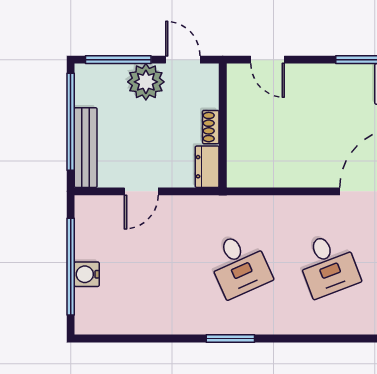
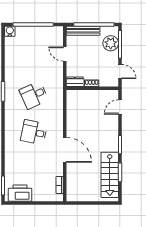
door: (183, 60) -> (120, 72), hinge flipped
plant: (146, 82) -> (111, 43), moved
desk: (328, 265) -> (34, 132), turned 33
water cooler: (87, 274) -> (10, 31), moved

